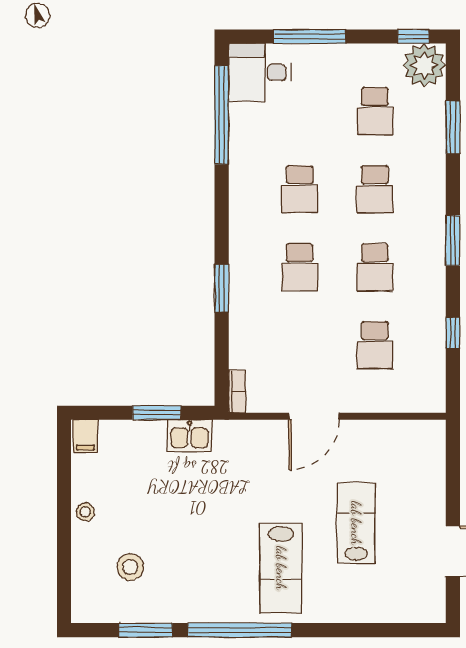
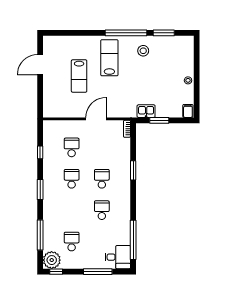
window: (453, 127) -> (40, 235), width x1.44
school desk: (375, 189) -> (72, 210), removed
stool: (130, 567) -> (143, 51), moved

